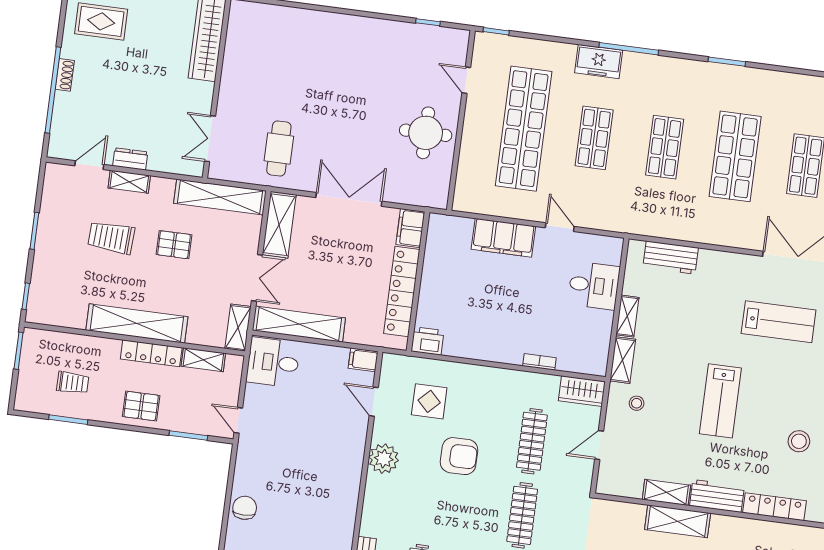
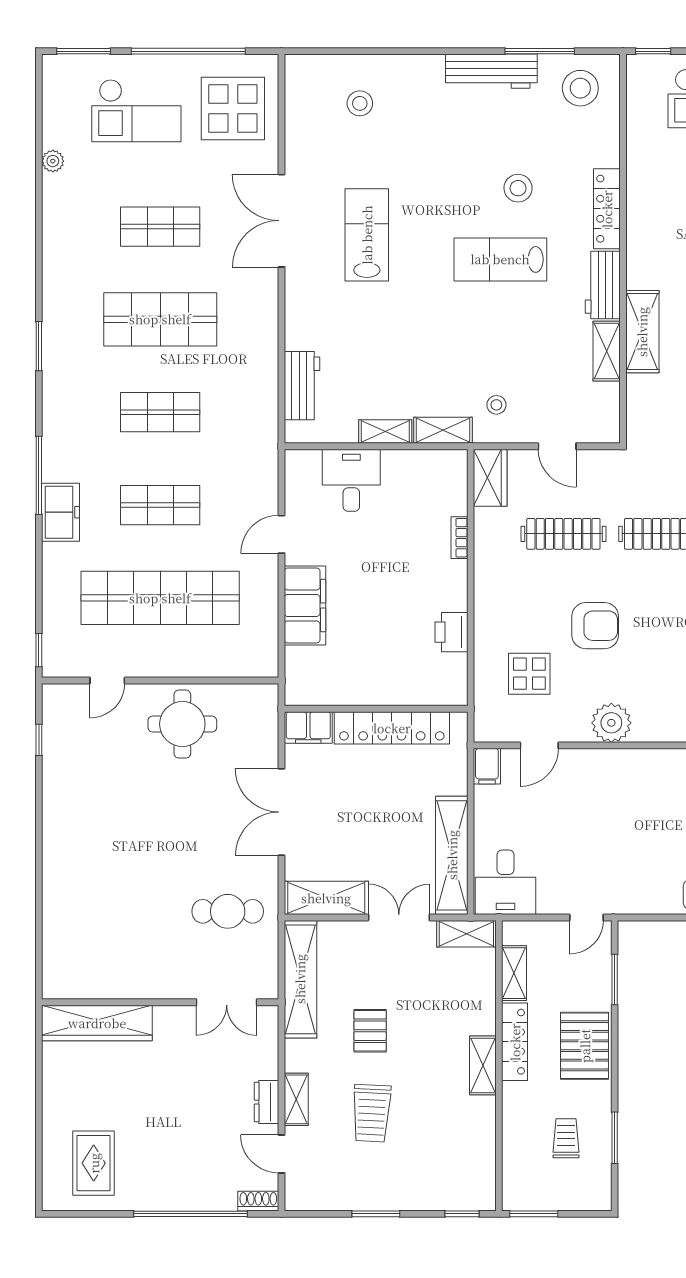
shoe rack: (65, 75) -> (258, 1201), moved
shelving: (137, 323) -> (483, 1065), width x0.45, depth x0.75
printer: (427, 341) -> (451, 632), moved
lab bench: (720, 401) -> (500, 259), moved, turned 180
pallet: (141, 406) -> (585, 1046), width x1.50, depth x1.42
armchair: (459, 456) -> (595, 626), turned 90

